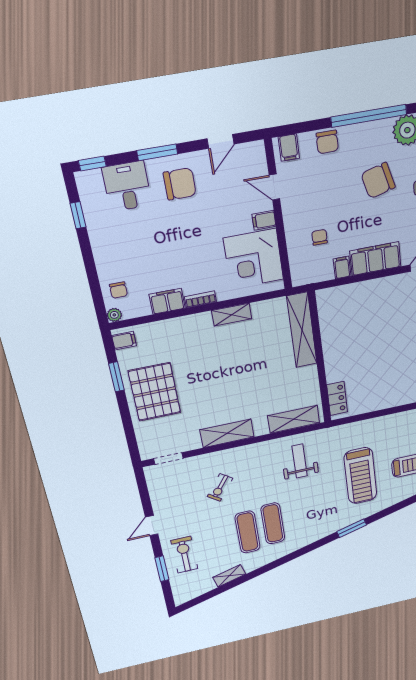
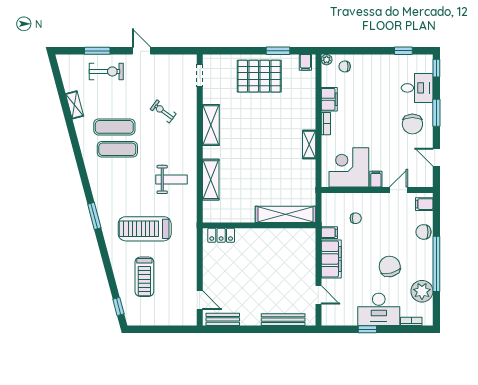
shelving: (302, 330) -> (286, 214), moved
wall: (320, 358) -> (259, 225), moved
locker: (337, 398) -> (221, 235), moved

